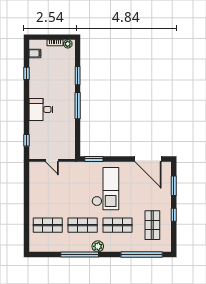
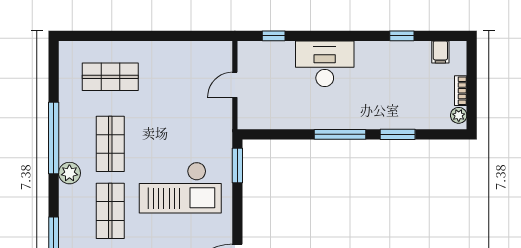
desk: (41, 109) -> (325, 64), width x1.37
shop shelf: (48, 225) -> (110, 77), turned 90

